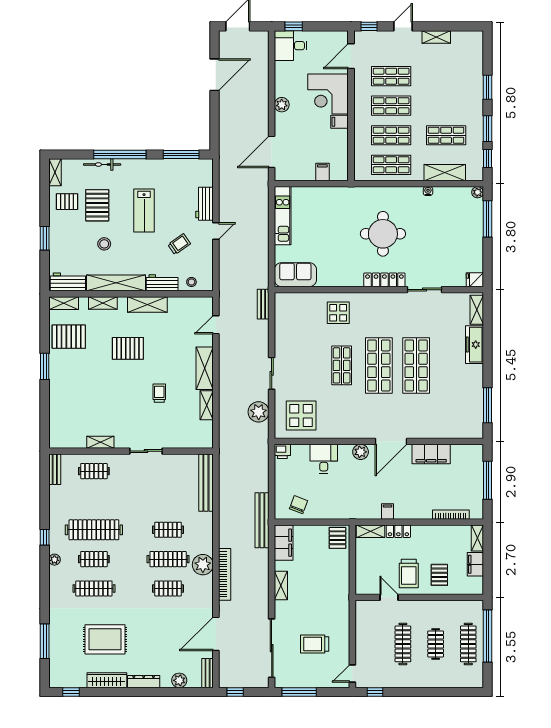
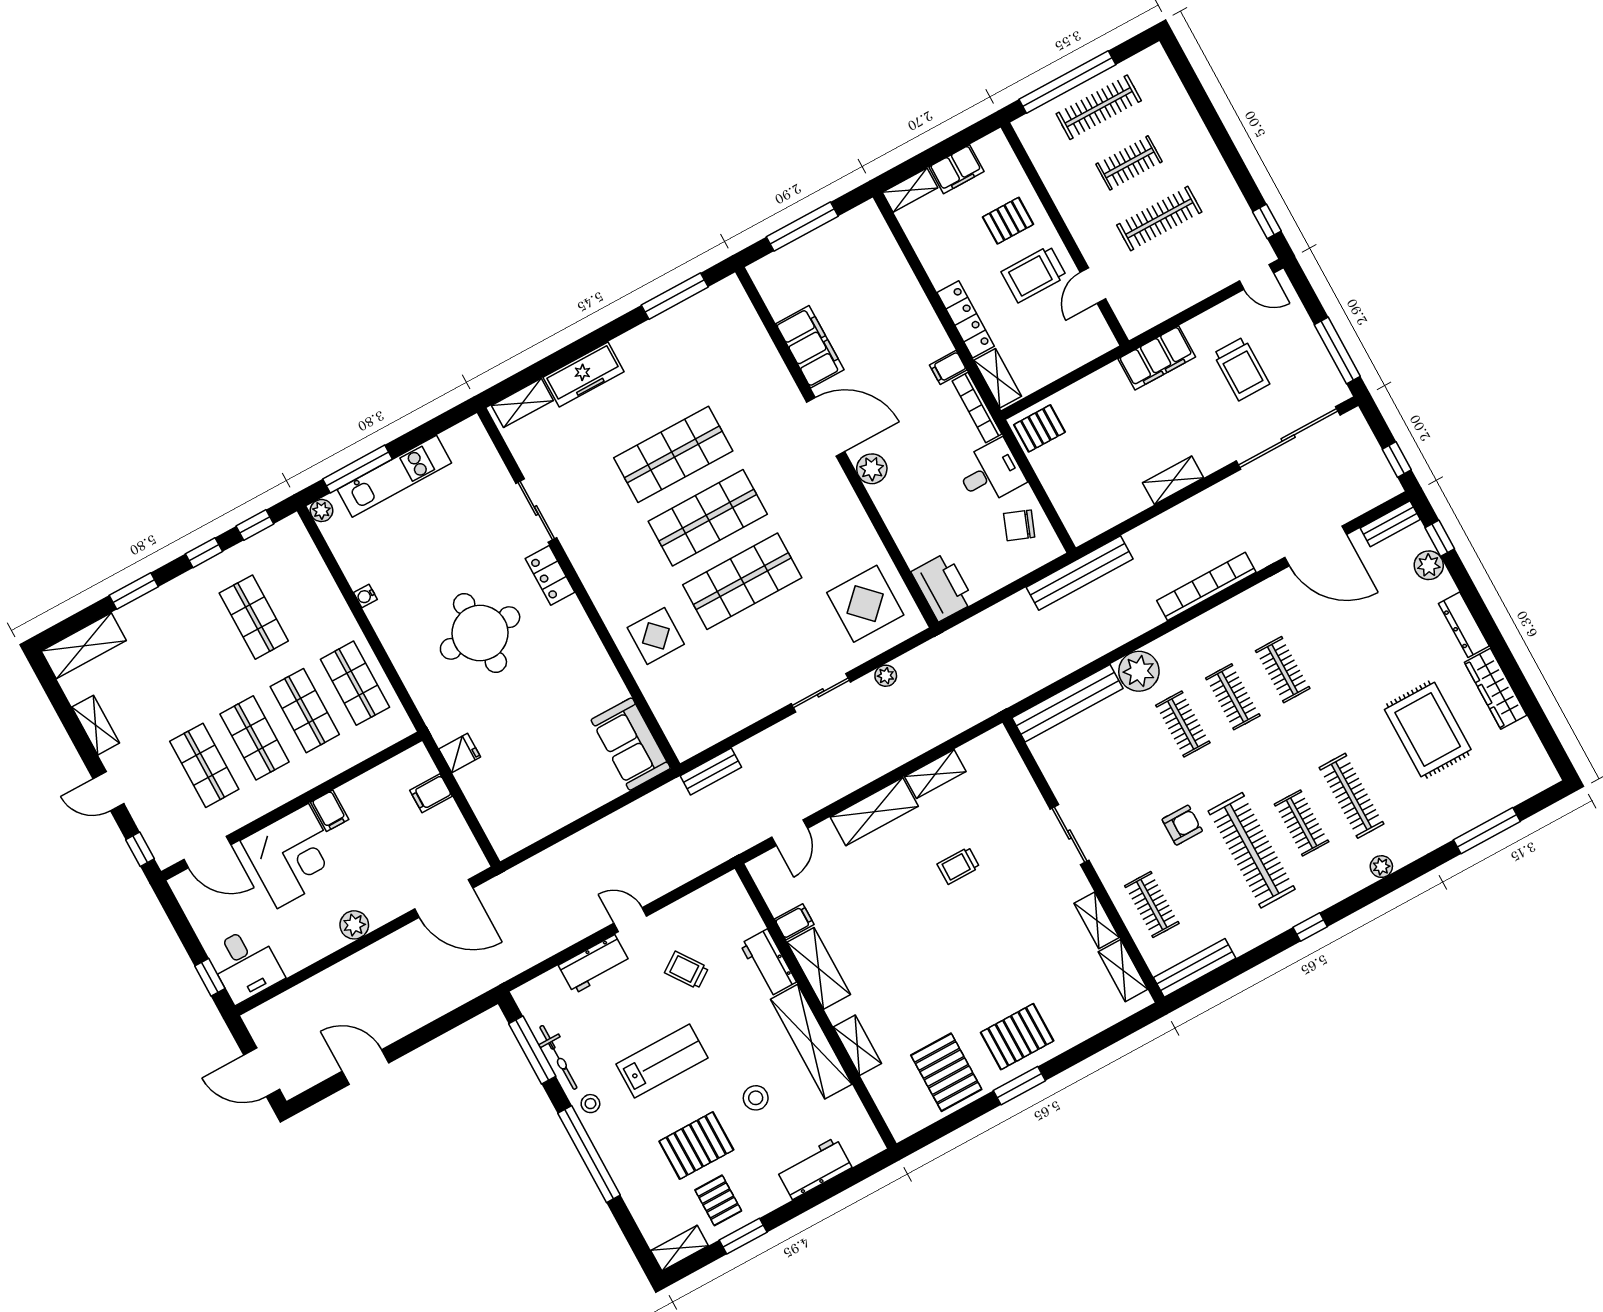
door: (215, 75) -> (366, 1067), width x0.73
window: (487, 129) -> (204, 553), width x0.67
bicycle: (102, 164) -> (558, 1057), moved
shelving: (445, 173) -> (84, 646), moved, turned 90
kitchen unit: (283, 216) -> (394, 476), moved, turned 180
window: (45, 238) -> (743, 1236), moved
locker: (384, 280) -> (550, 575), width x0.66
fridge: (475, 280) -> (460, 753), moved, turned -90
workbench: (68, 282) -> (814, 1168), moved, turned 90
stool: (191, 282) -> (590, 1104), moved
shelving: (64, 303) -> (1123, 971), moved
filing cabinet: (174, 305) -> (794, 922), added
door: (216, 325) -> (790, 833), hinge flipped
pallet: (128, 348) -> (1017, 1037), moved, turned 90
shop shelf: (342, 365) -> (742, 581), width x1.43, depth x1.36
plant: (259, 412) -> (886, 676), width x0.53, depth x0.53
printer: (282, 451) -> (943, 587), width x1.87, depth x1.48
desk: (324, 459) -> (991, 473), moved, turned 180
bench: (55, 469) -> (1195, 968), width x1.36
armchair: (122, 505) -> (1182, 825), added
bookcase: (451, 515) -> (977, 407), moved
locker: (398, 531) -> (966, 319), width x1.53
filing cabinet: (284, 543) -> (1157, 358), moved, turned 180
clothes rail: (168, 559) -> (1233, 697), width x0.73
plant: (54, 560) -> (1381, 867), moved
plant: (203, 565) -> (1139, 671), moved
trolley: (409, 573) -> (1034, 274), turned 180
window: (71, 692) -> (1440, 538), moved

